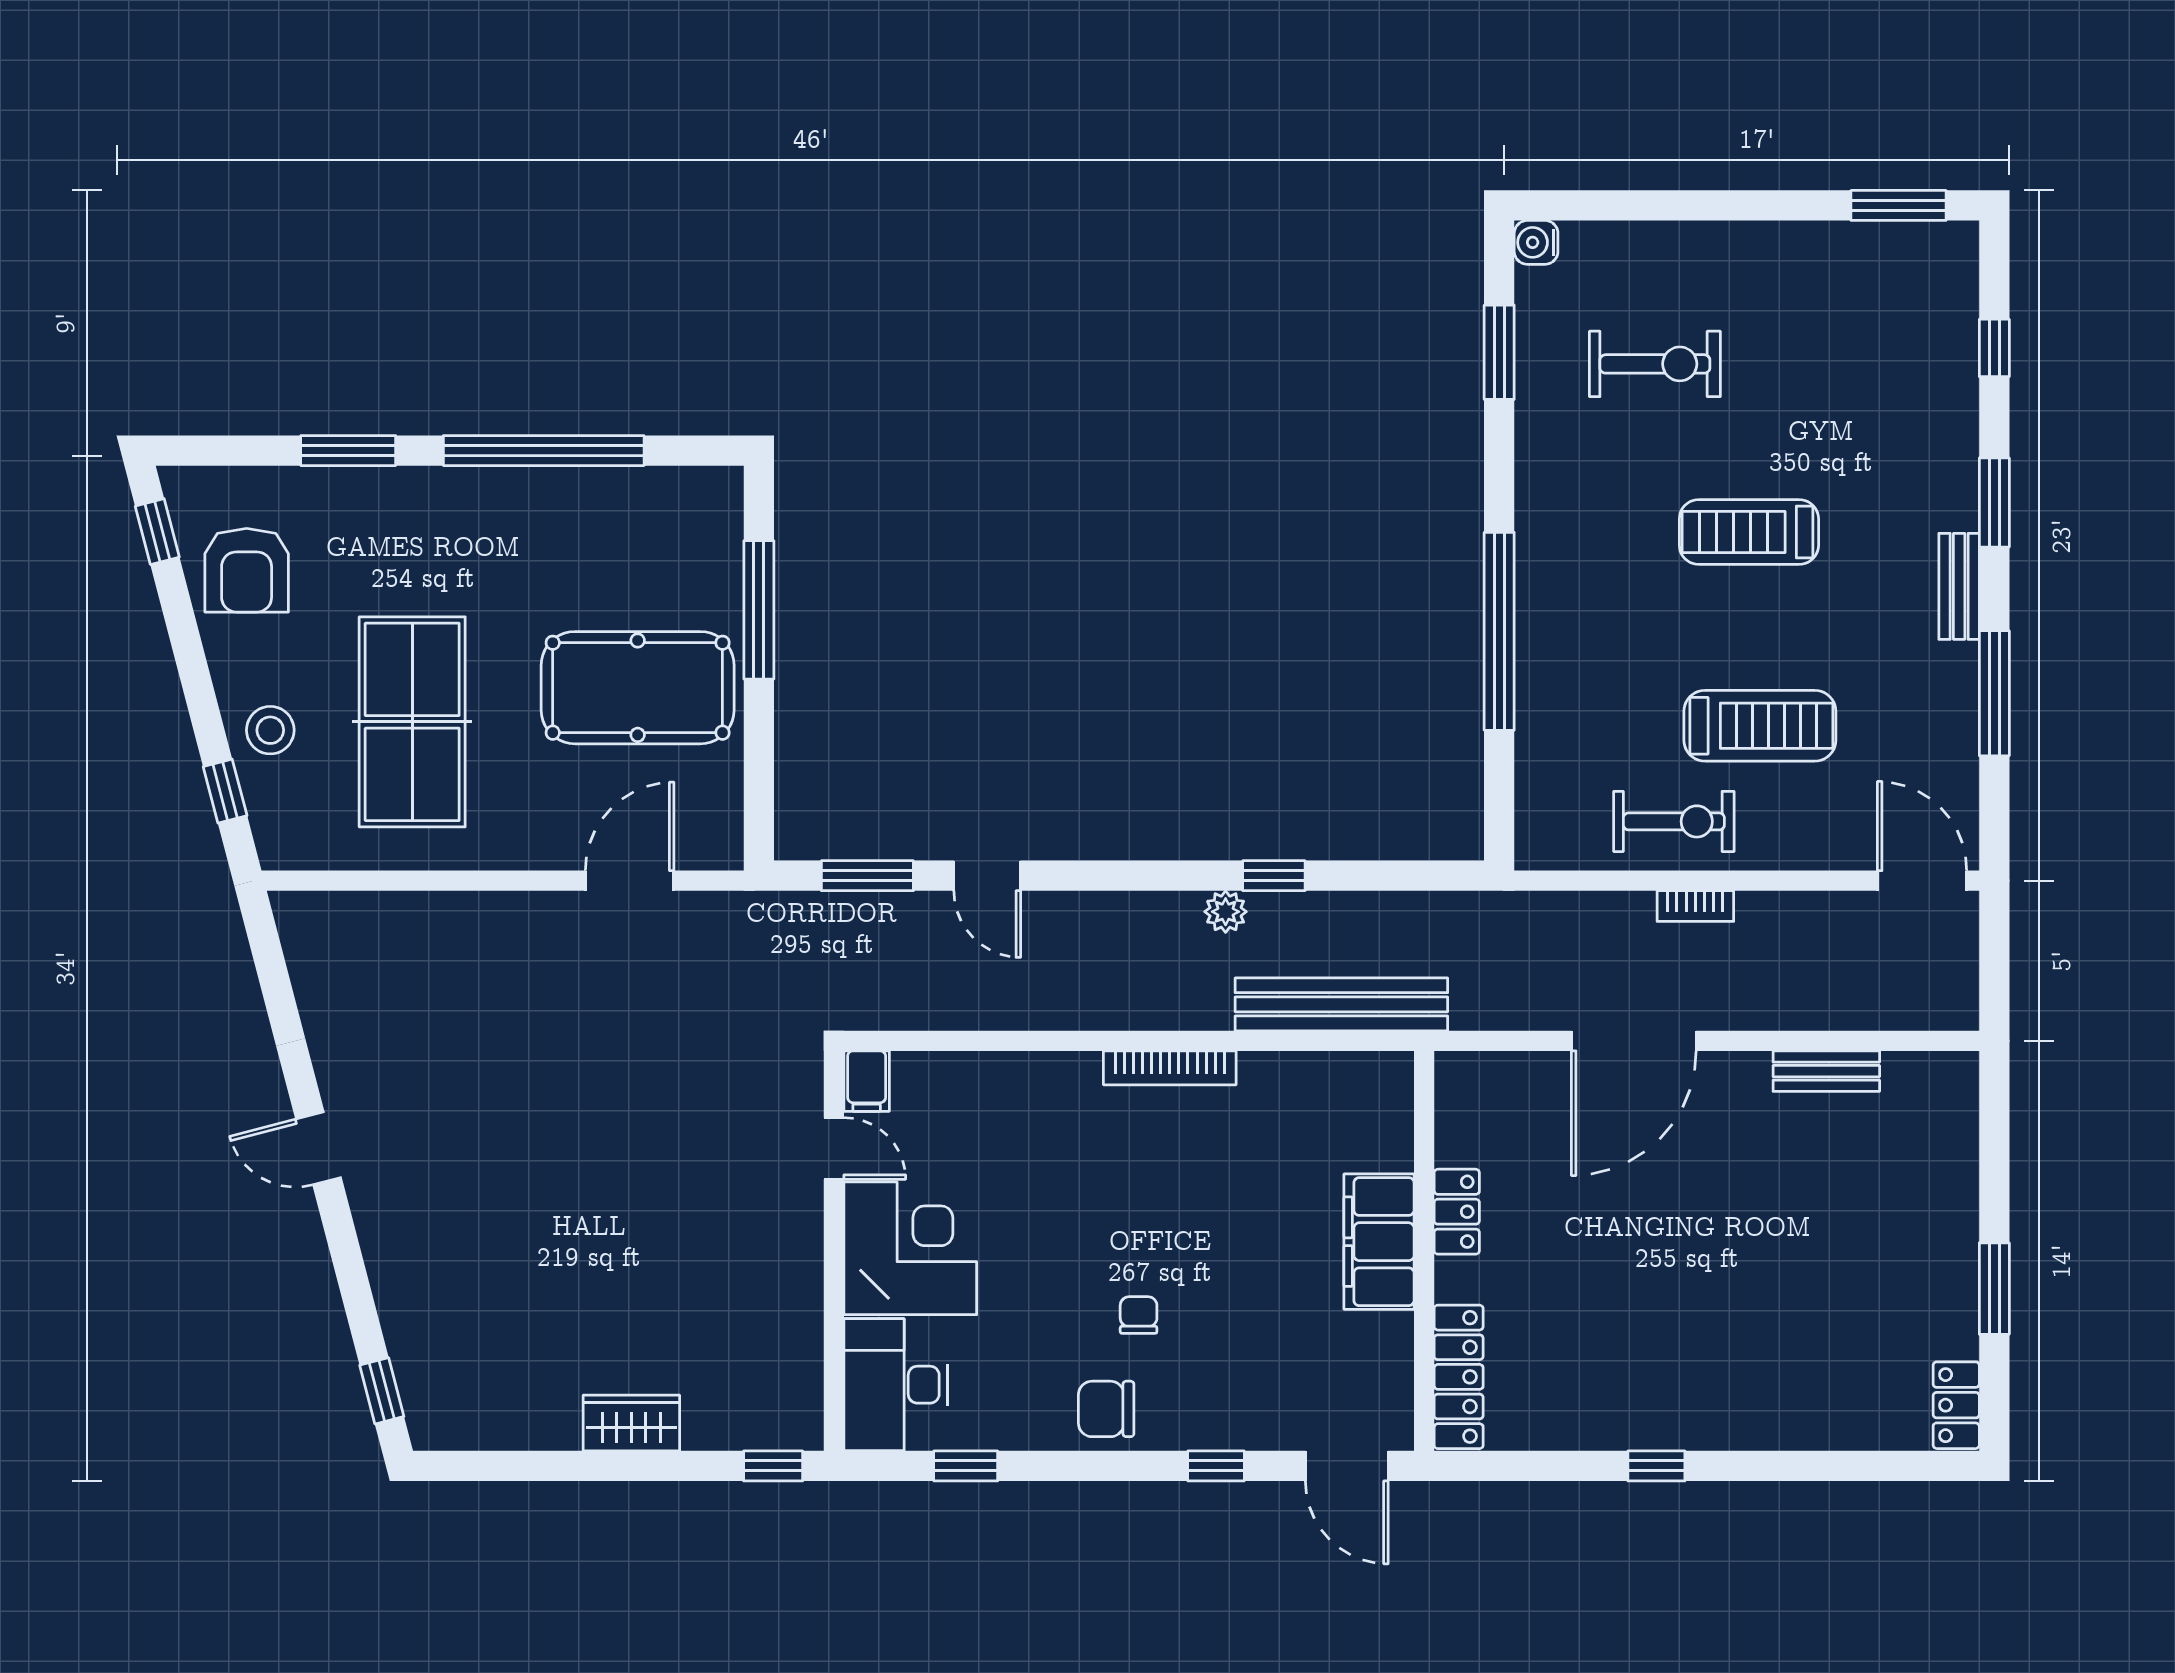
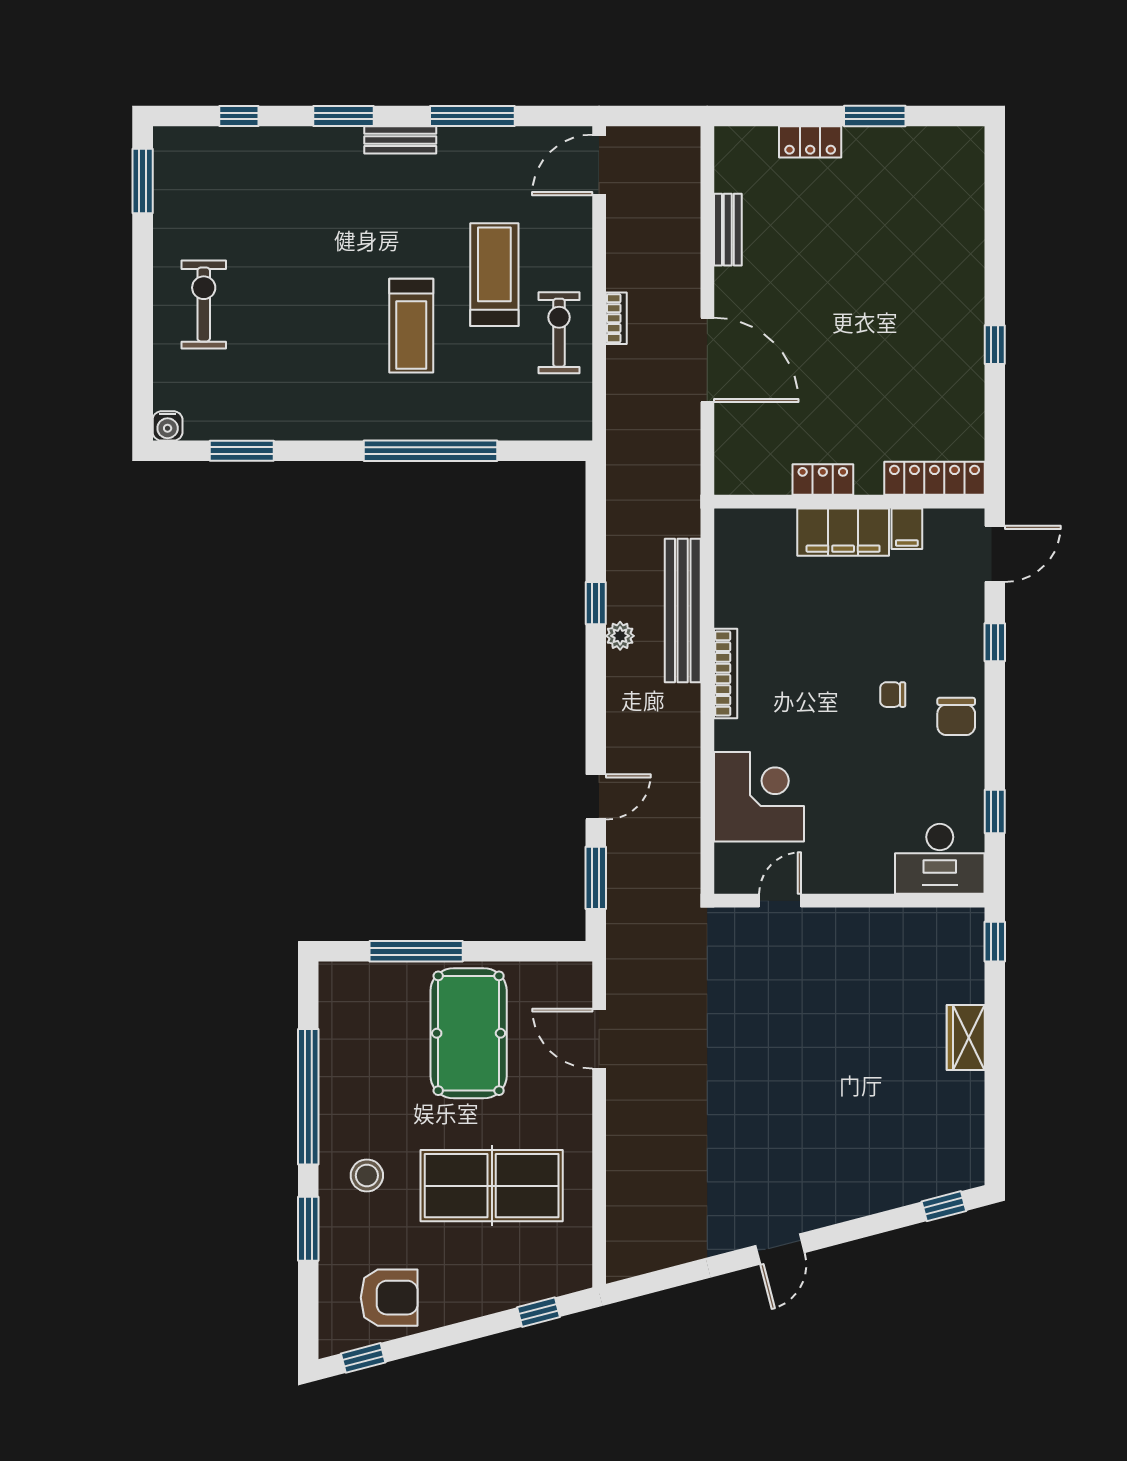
exercise bike: (1655, 364) -> (204, 304), moved
treadmill: (1749, 532) -> (411, 326), moved
stool: (270, 730) -> (367, 1175), moved
bench: (1341, 1004) -> (683, 611), moved
filing cabinet: (867, 1081) -> (907, 529), moved, turned 90
corner desk: (910, 1248) -> (759, 797), moved, turned 90
locker: (1956, 1405) -> (810, 142), moved

